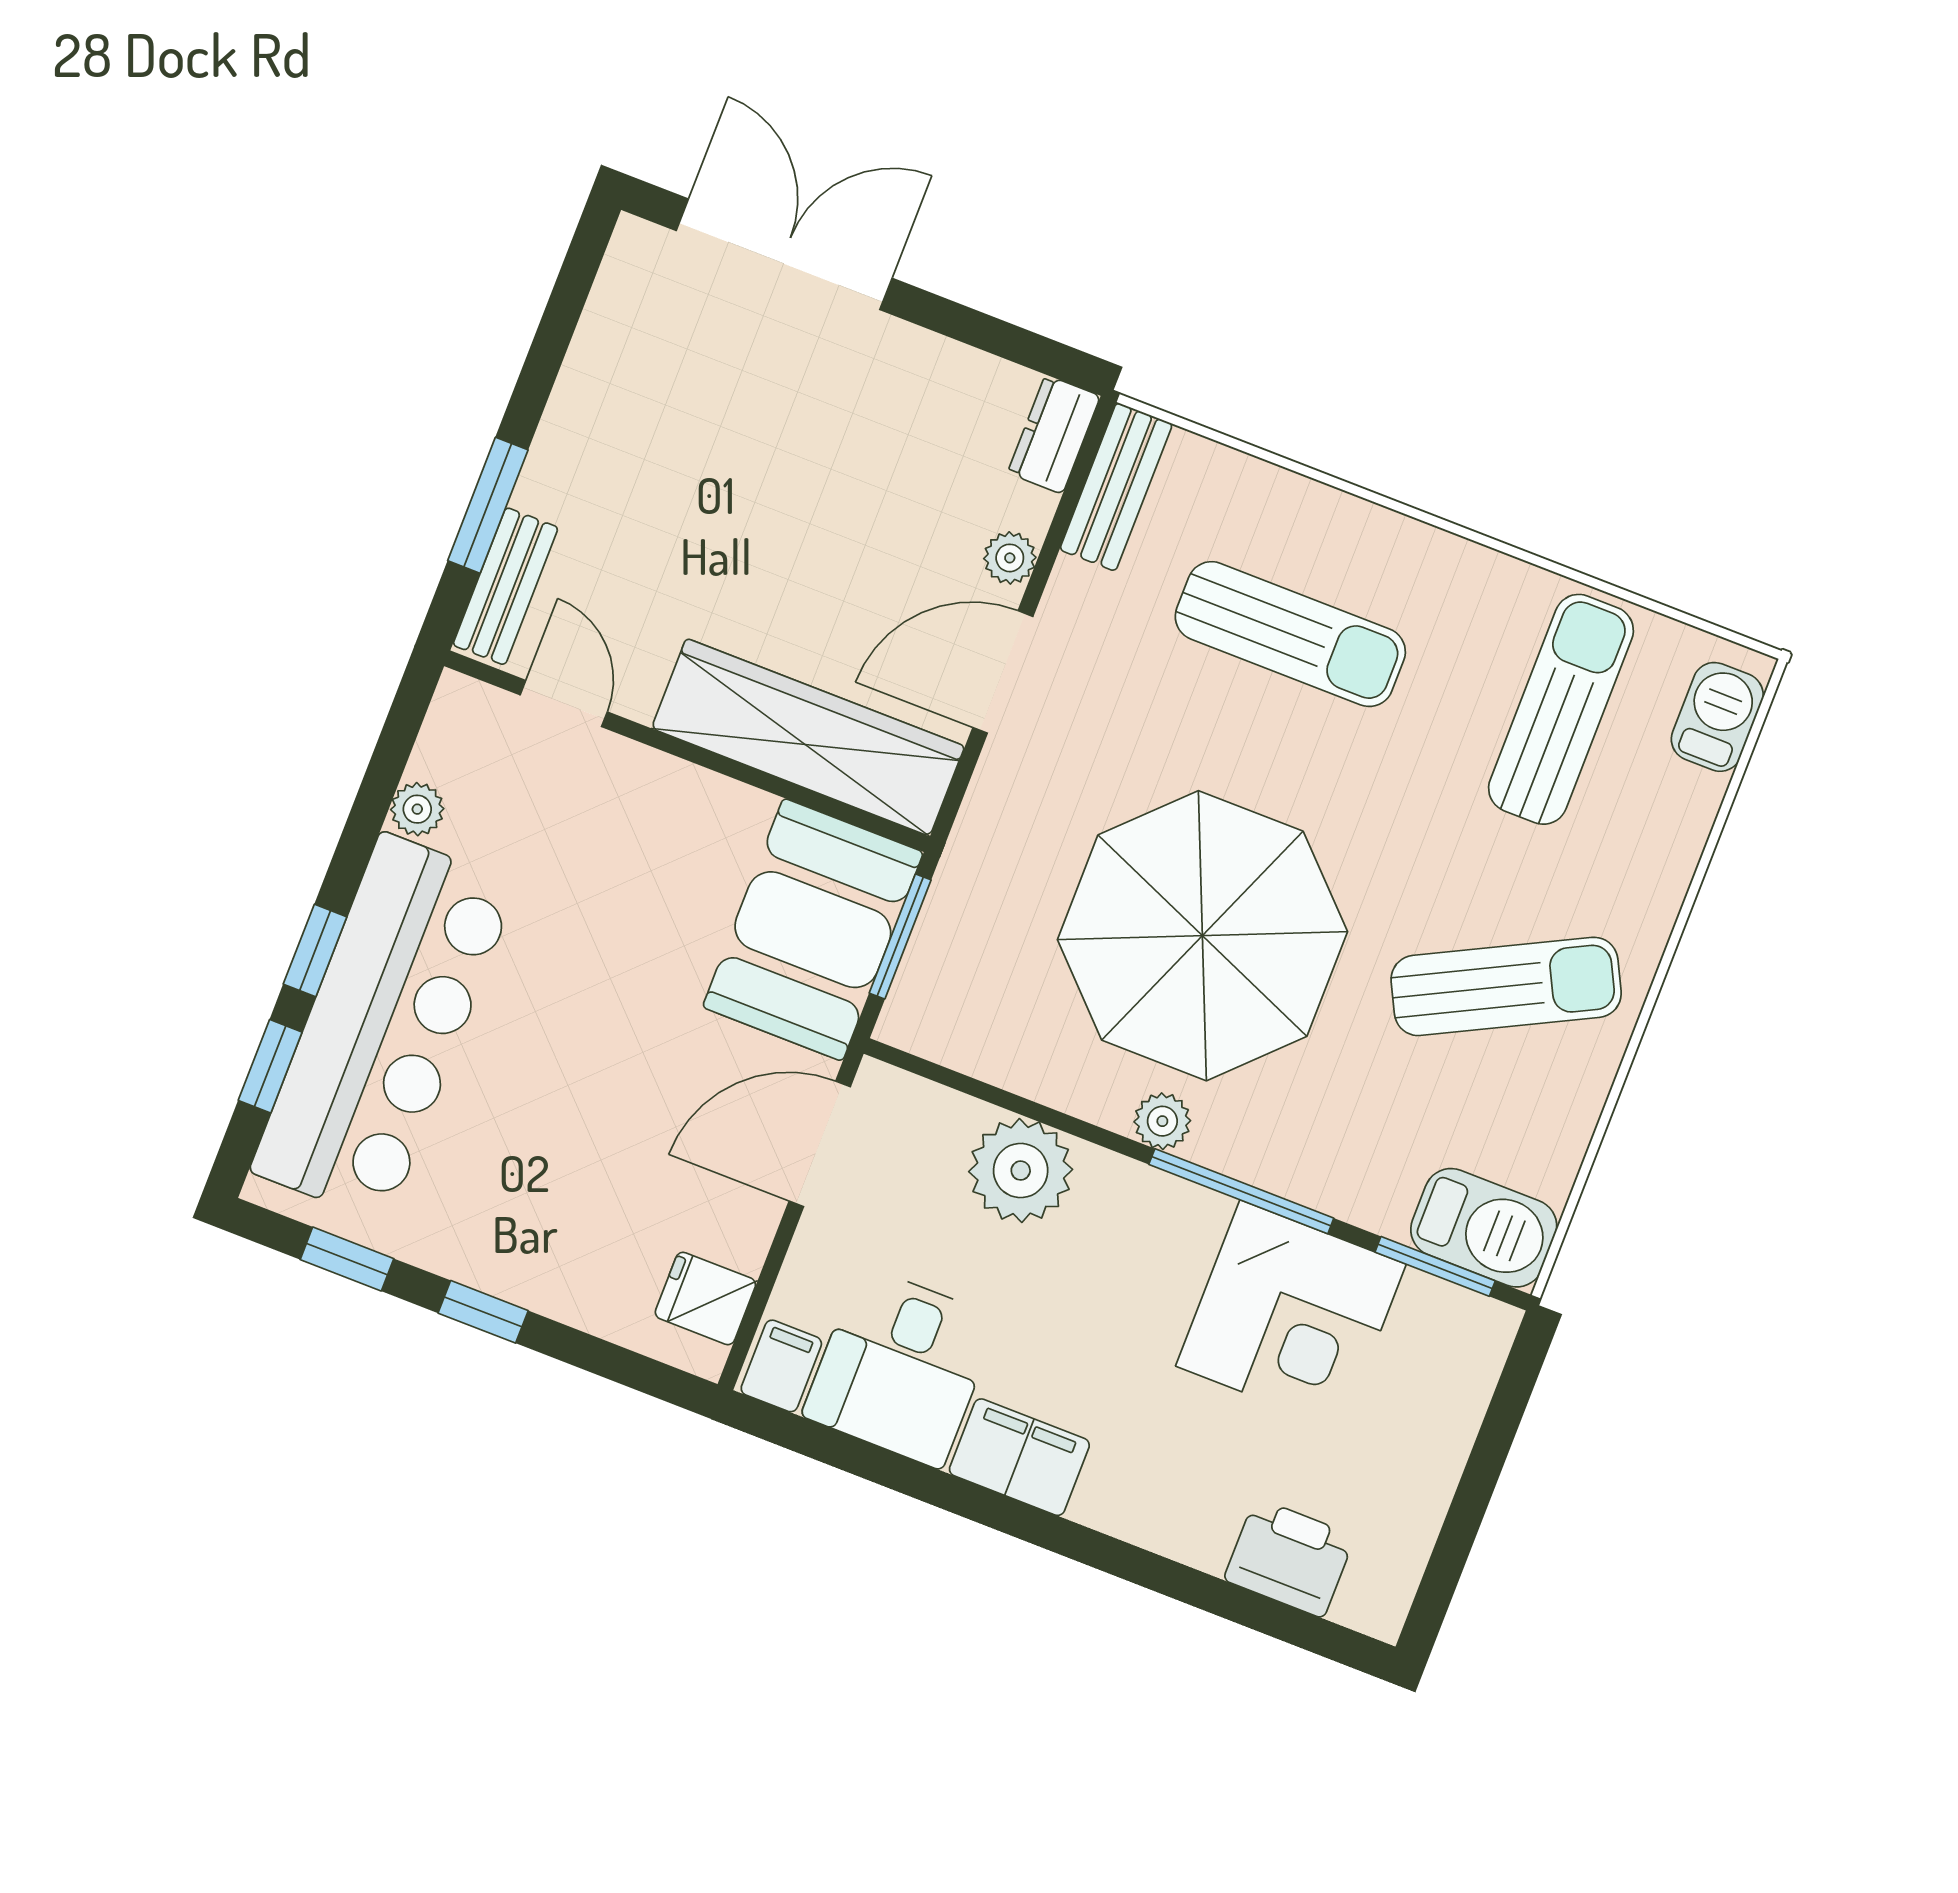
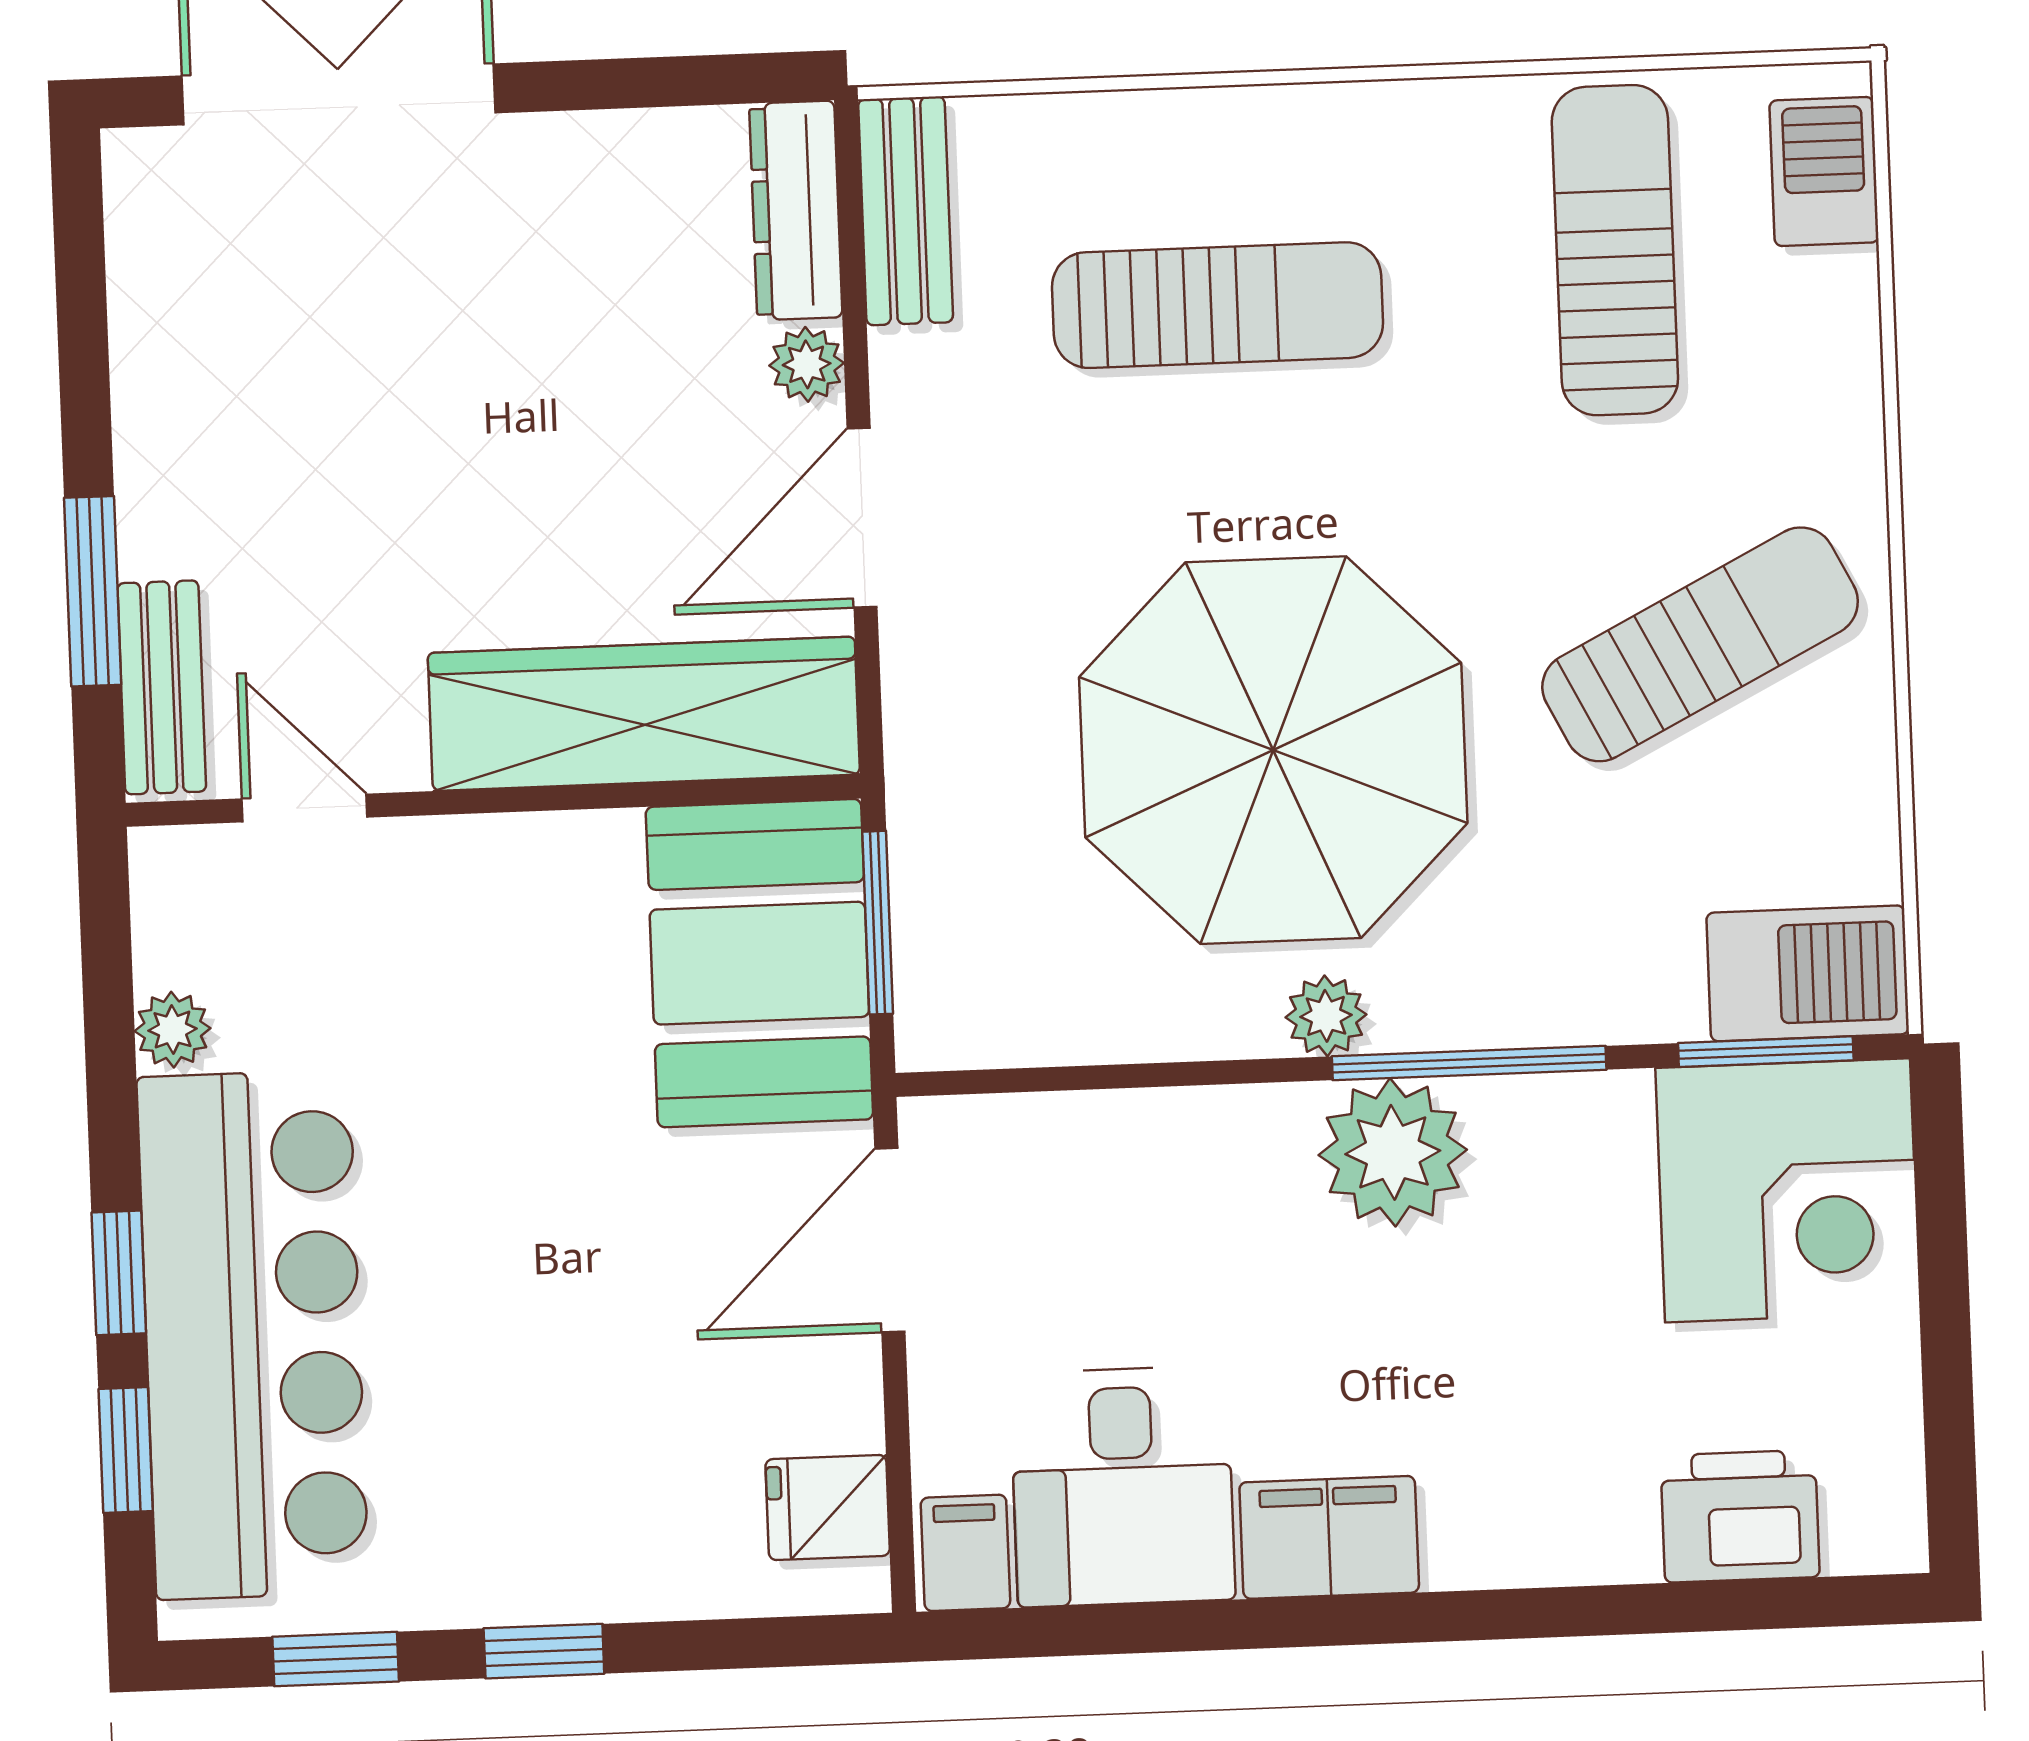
dresser: (1054, 434) -> (796, 210), width x1.44
plant: (1021, 1171) -> (1393, 1152), moved
corner desk: (1291, 1315) -> (1787, 1190), moved

